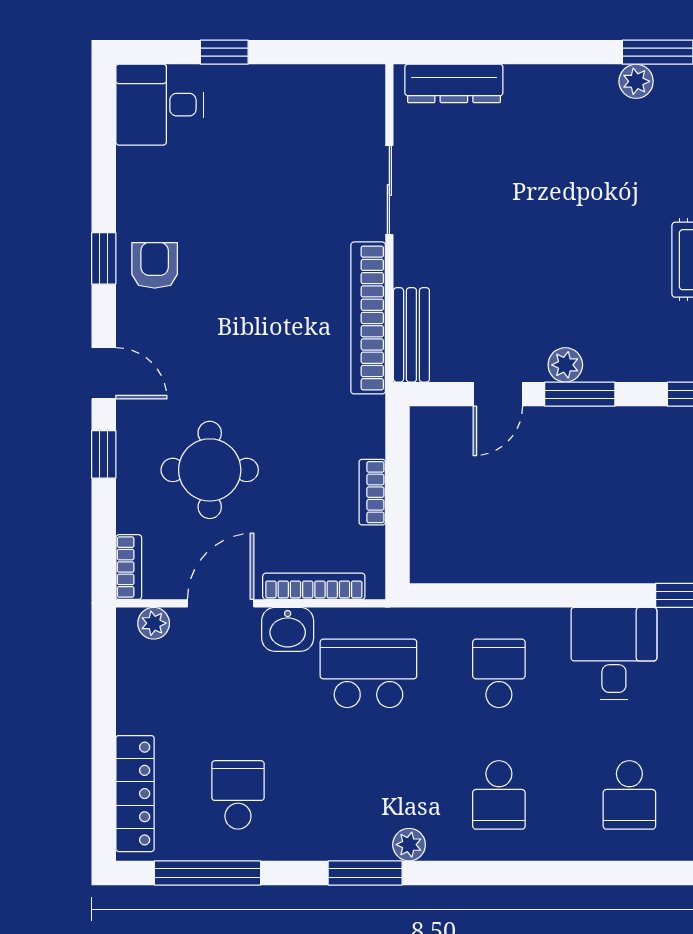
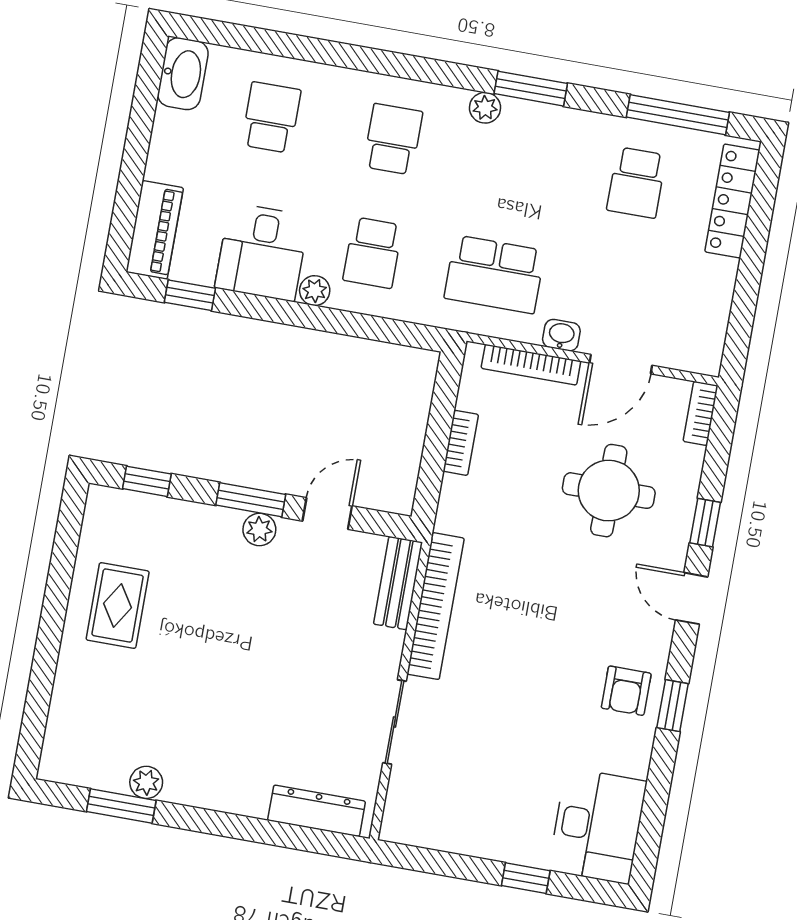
desk: (159, 105) -> (597, 826), width x1.37
plant: (154, 623) -> (315, 291), moved
washbasin: (288, 629) -> (561, 335), width x0.72, depth x0.69

